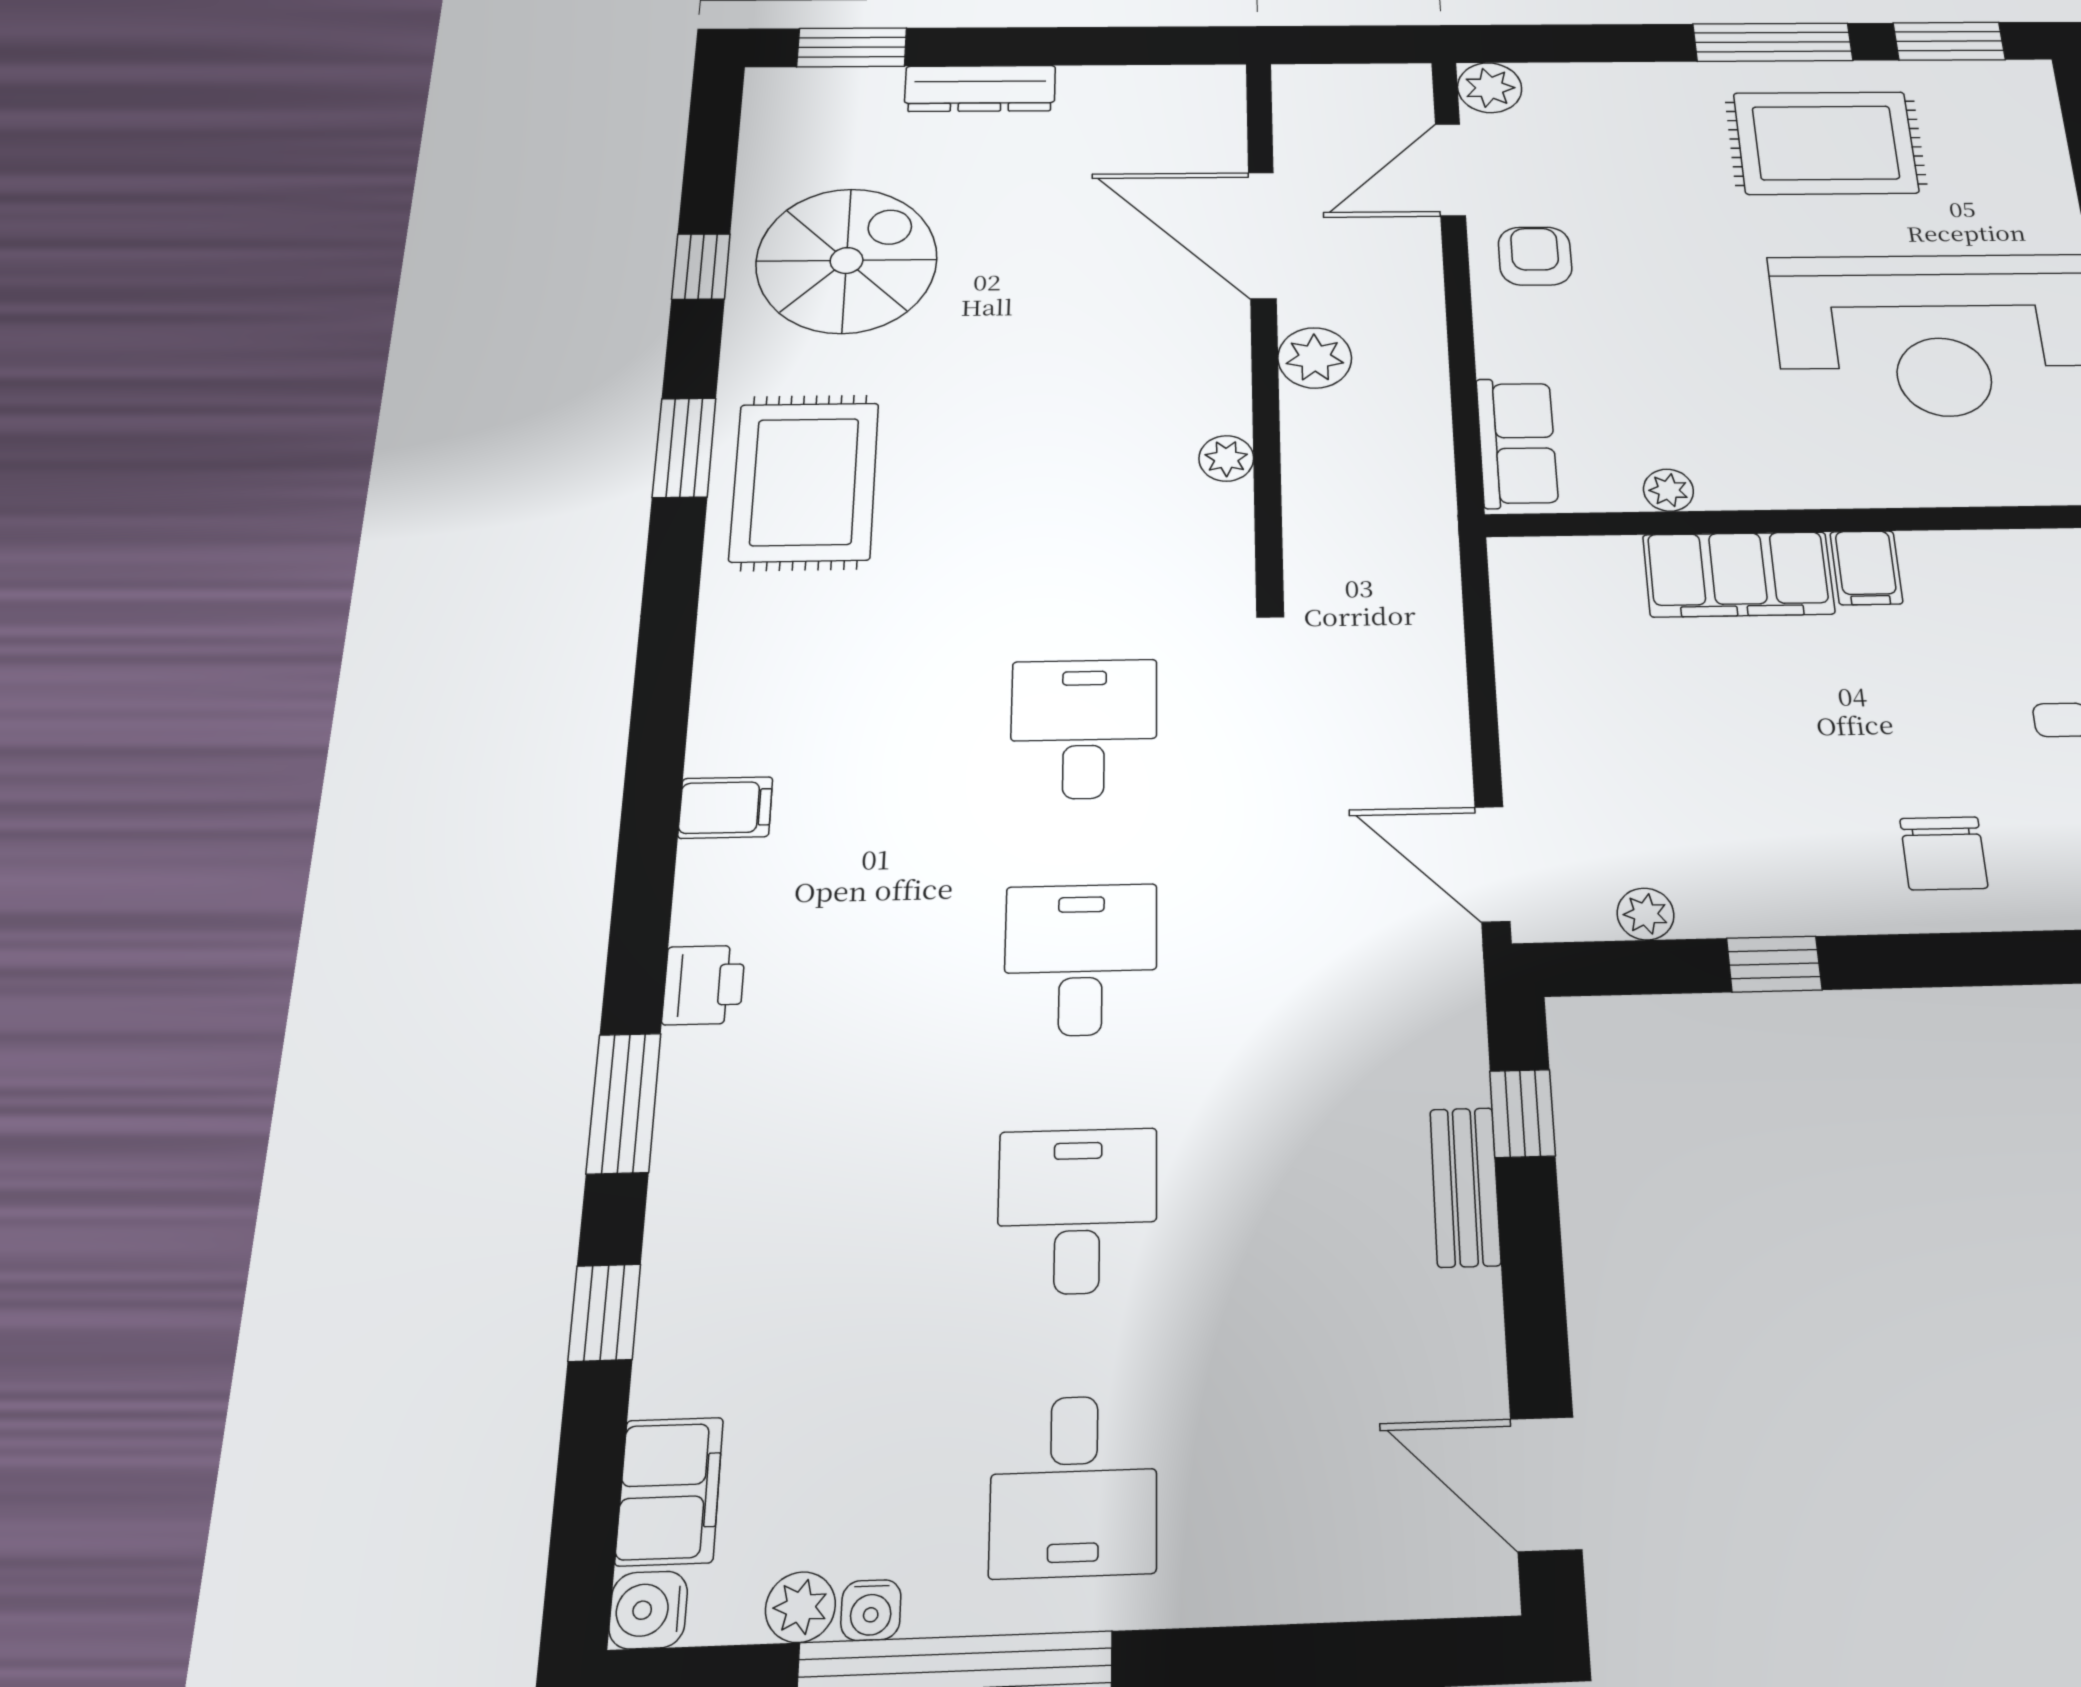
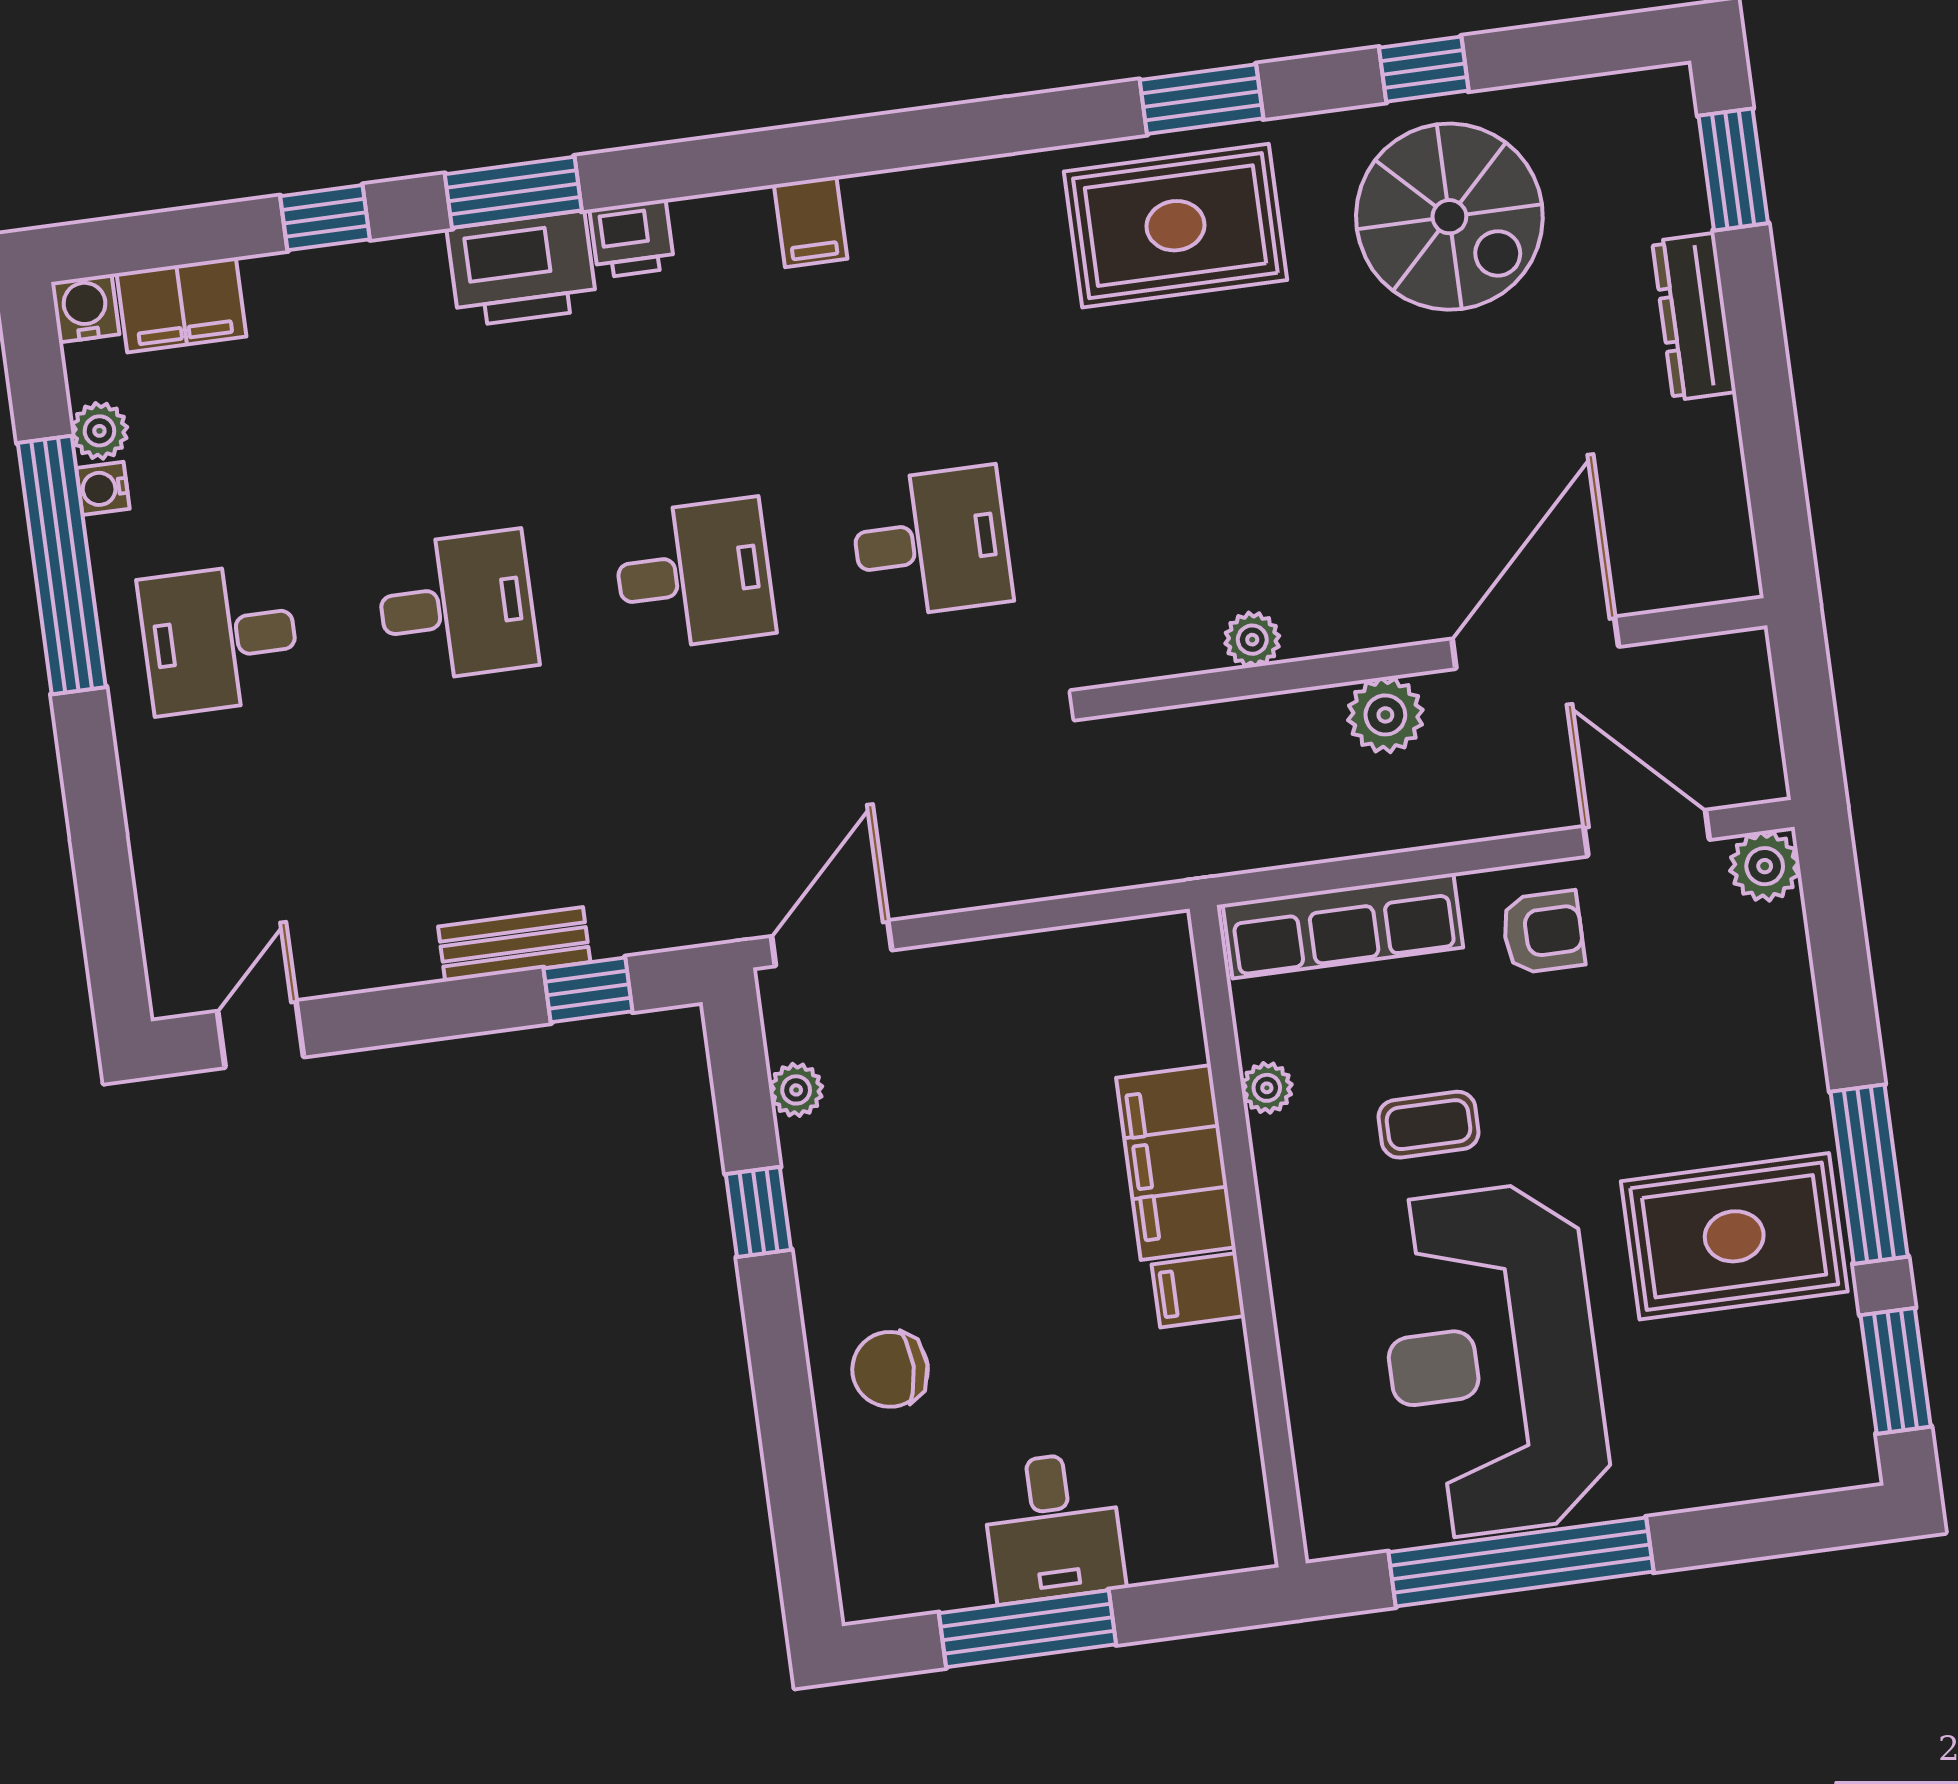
rug: (1826, 143) -> (1734, 1236), turned 90
coffee table: (1711, 363) -> (1429, 1125), added
row of seats: (1517, 443) -> (1343, 926), width x1.48
printer: (711, 1102) -> (522, 269), added
door: (1546, 1484) -> (261, 1034), width x0.73

